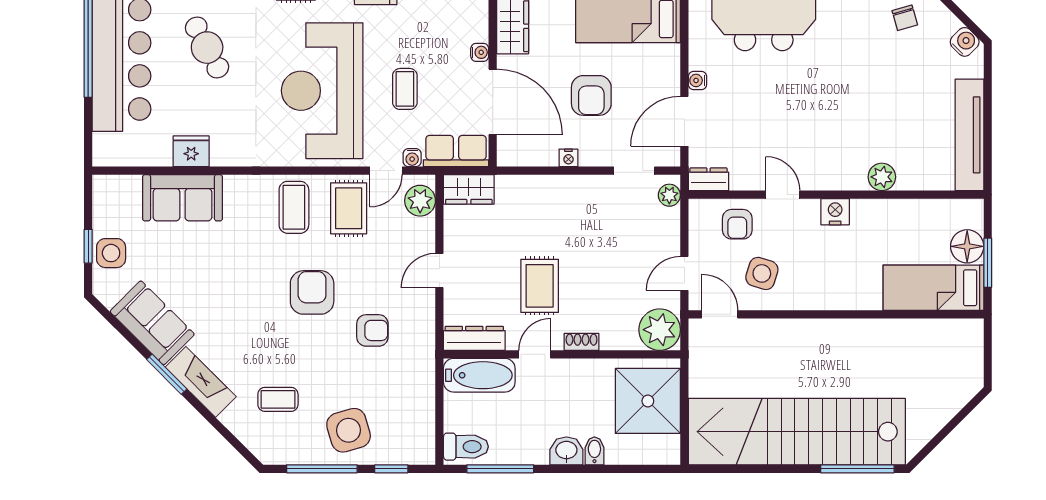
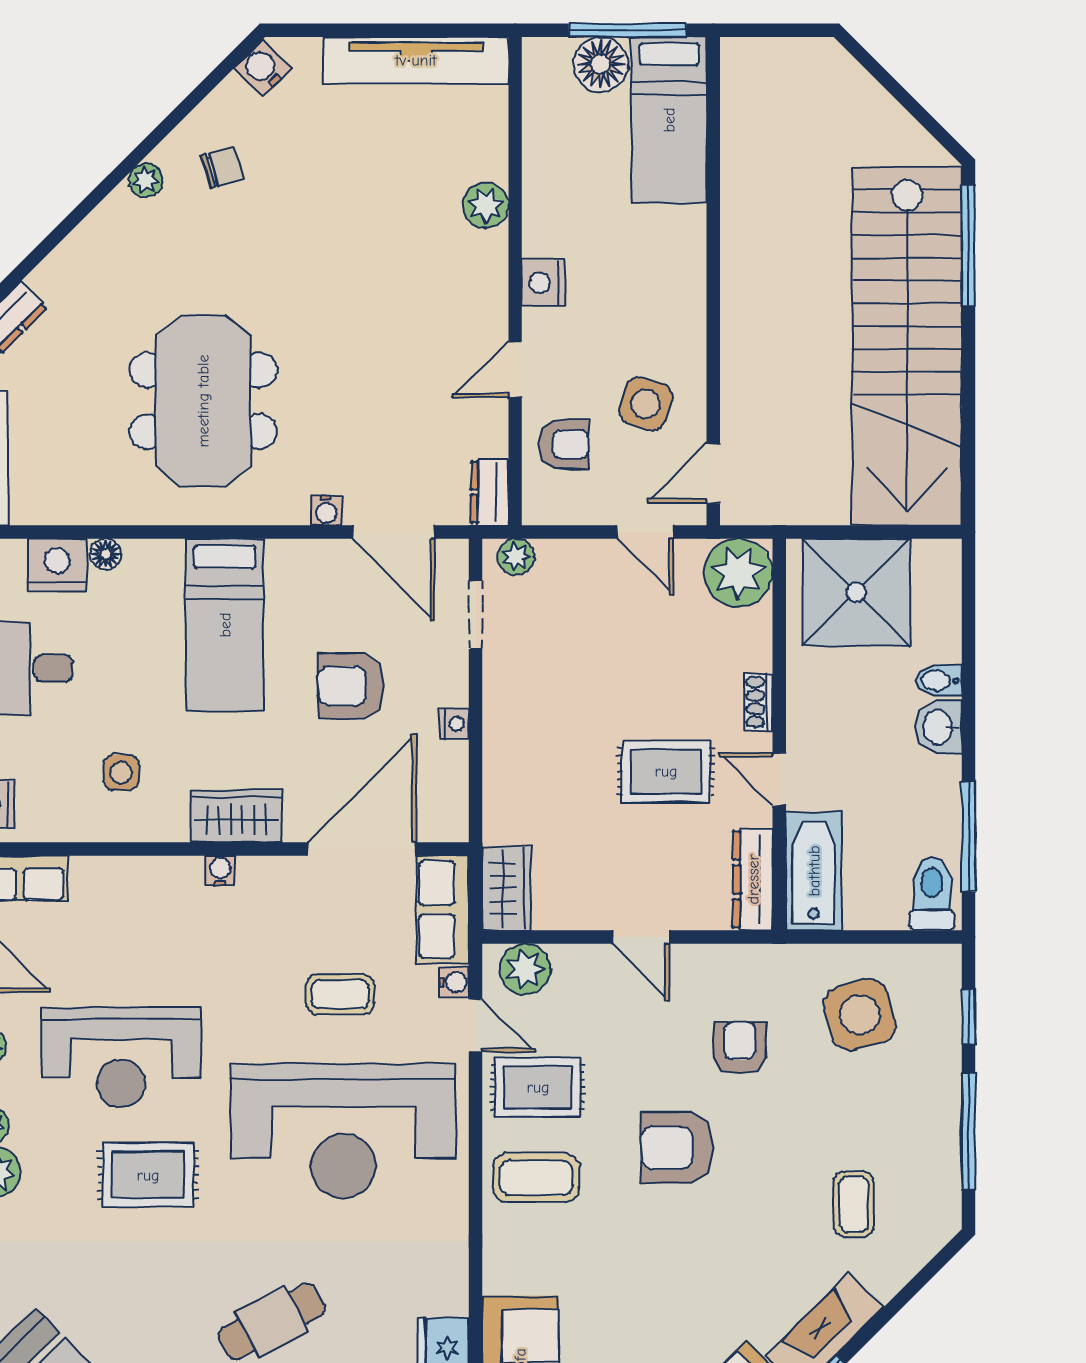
water cooler: (480, 52) -> (220, 870), moved
armchair: (591, 95) -> (351, 686), turned 180
window: (988, 263) -> (628, 30), width x1.44
side table: (349, 430) -> (860, 1015), moved

